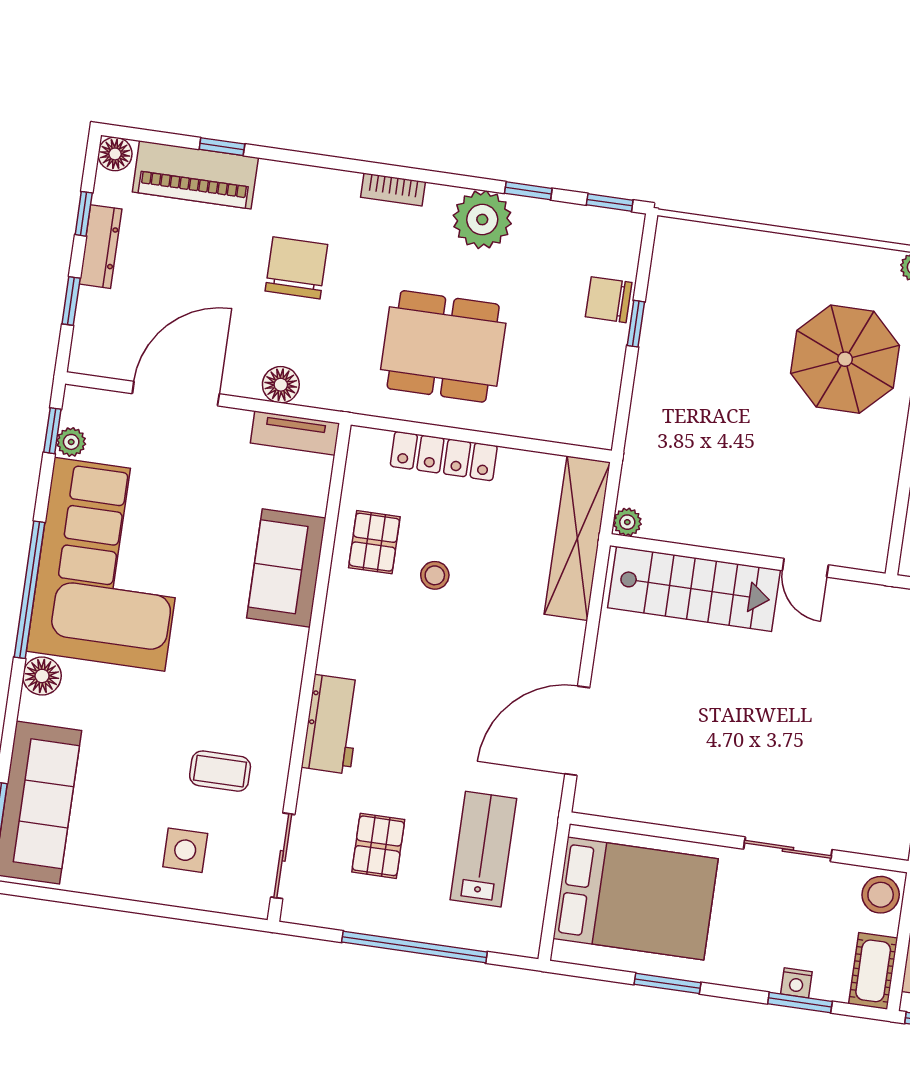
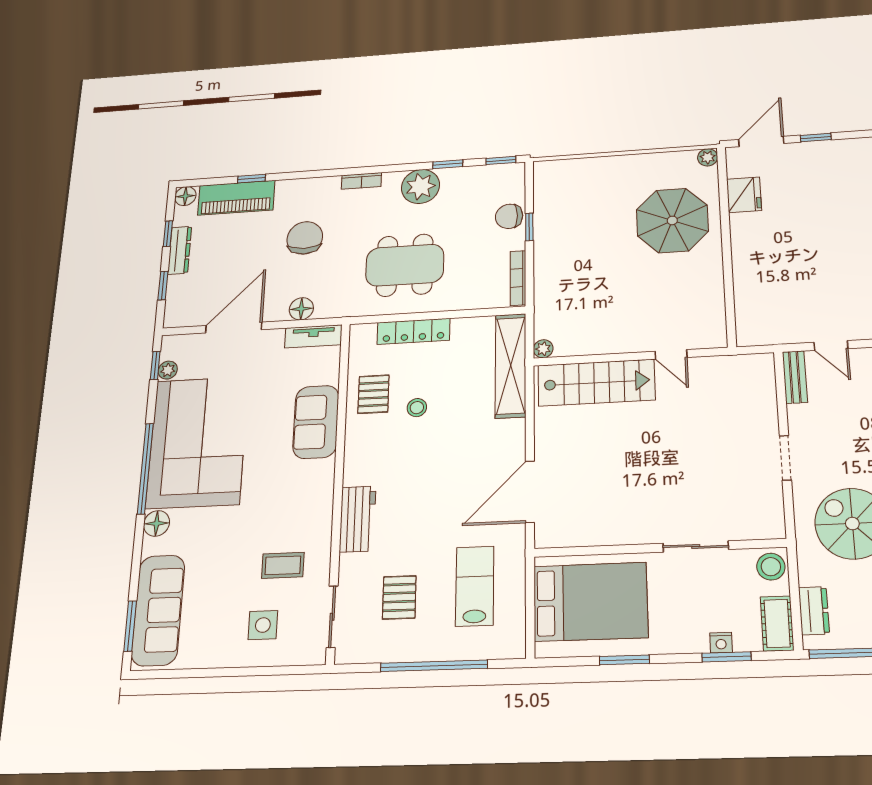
bookcase: (607, 403) -> (518, 278), added

